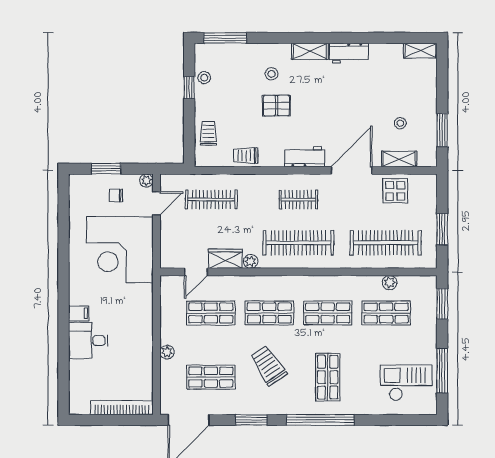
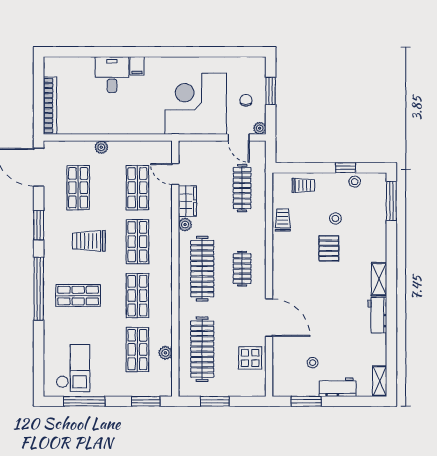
stool: (272, 74) -> (335, 218), moved
workbench: (305, 157) -> (338, 387), moved, turned -90
shelving: (399, 159) -> (279, 362), removed
trolley: (268, 366) -> (89, 241), turned -146

